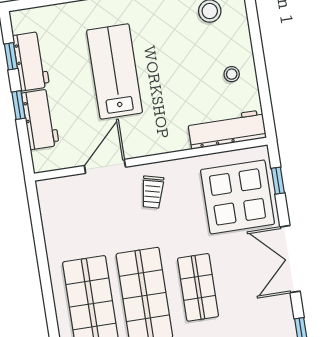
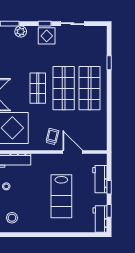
workbench: (31, 61) -> (100, 219), moved
door: (105, 166) -> (73, 152), swing flipped

